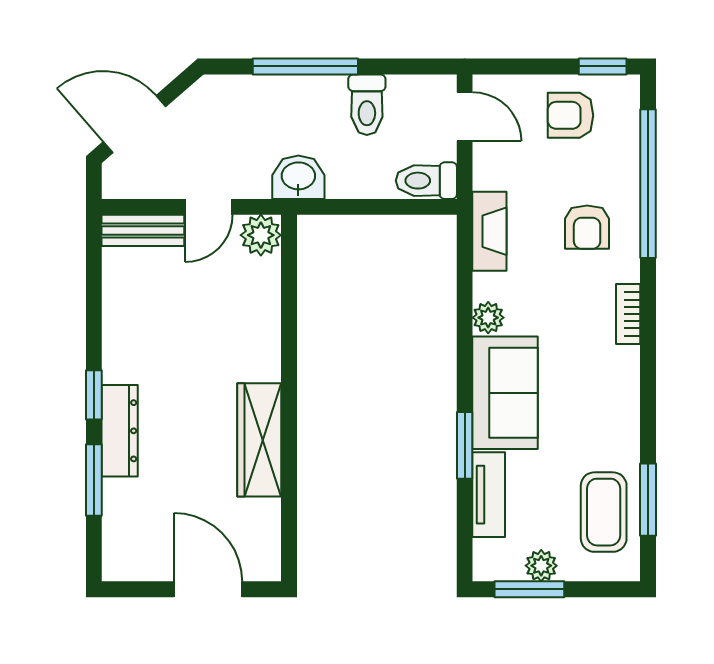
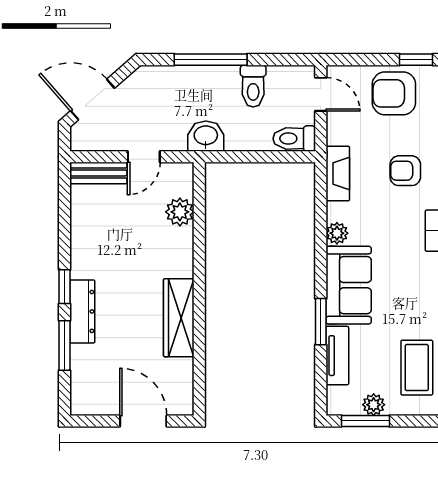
armchair: (571, 115) -> (394, 93), width x1.38, depth x1.38
armchair: (587, 227) -> (405, 171), turned 90
plant: (261, 235) -> (180, 212), moved

